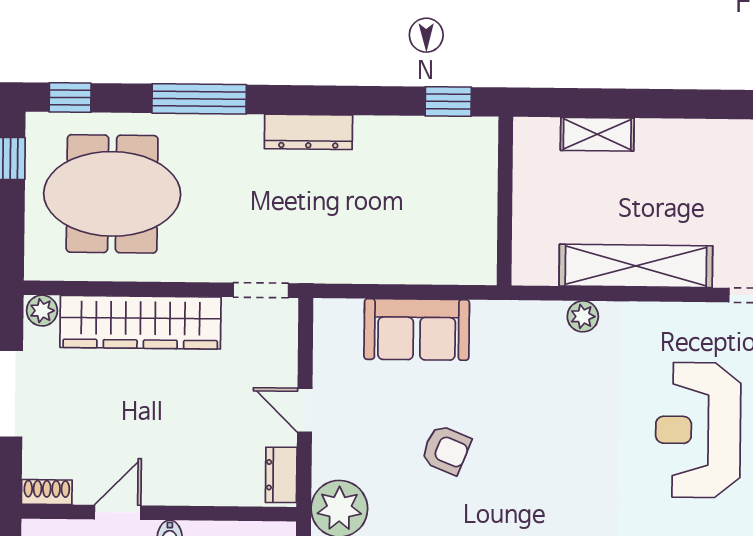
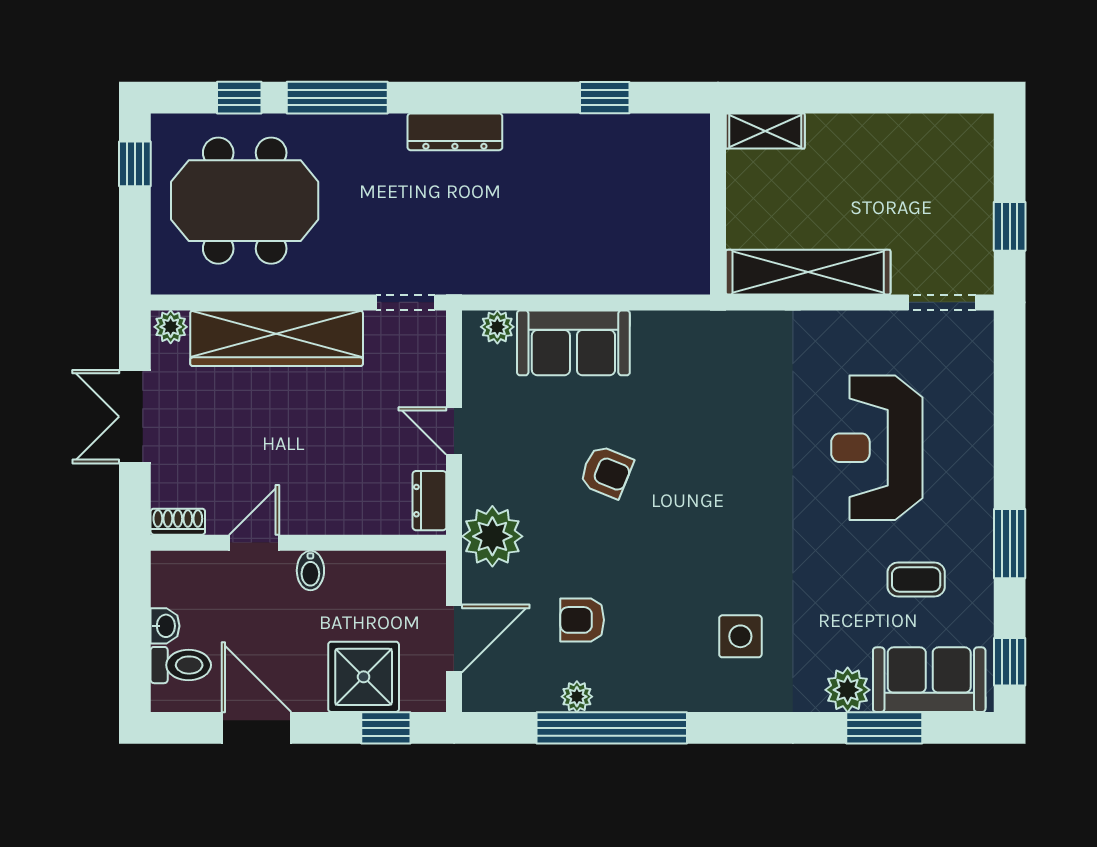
window: (70, 98) -> (239, 98), moved
wall: (505, 201) -> (718, 204), moved
plant: (583, 316) -> (497, 327), moved

